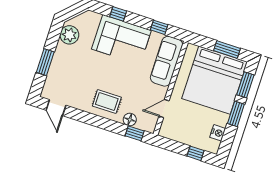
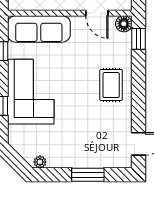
plant: (69, 35) -> (40, 162), width x0.53, depth x0.53
floor lamp: (130, 120) -> (124, 24), moved

